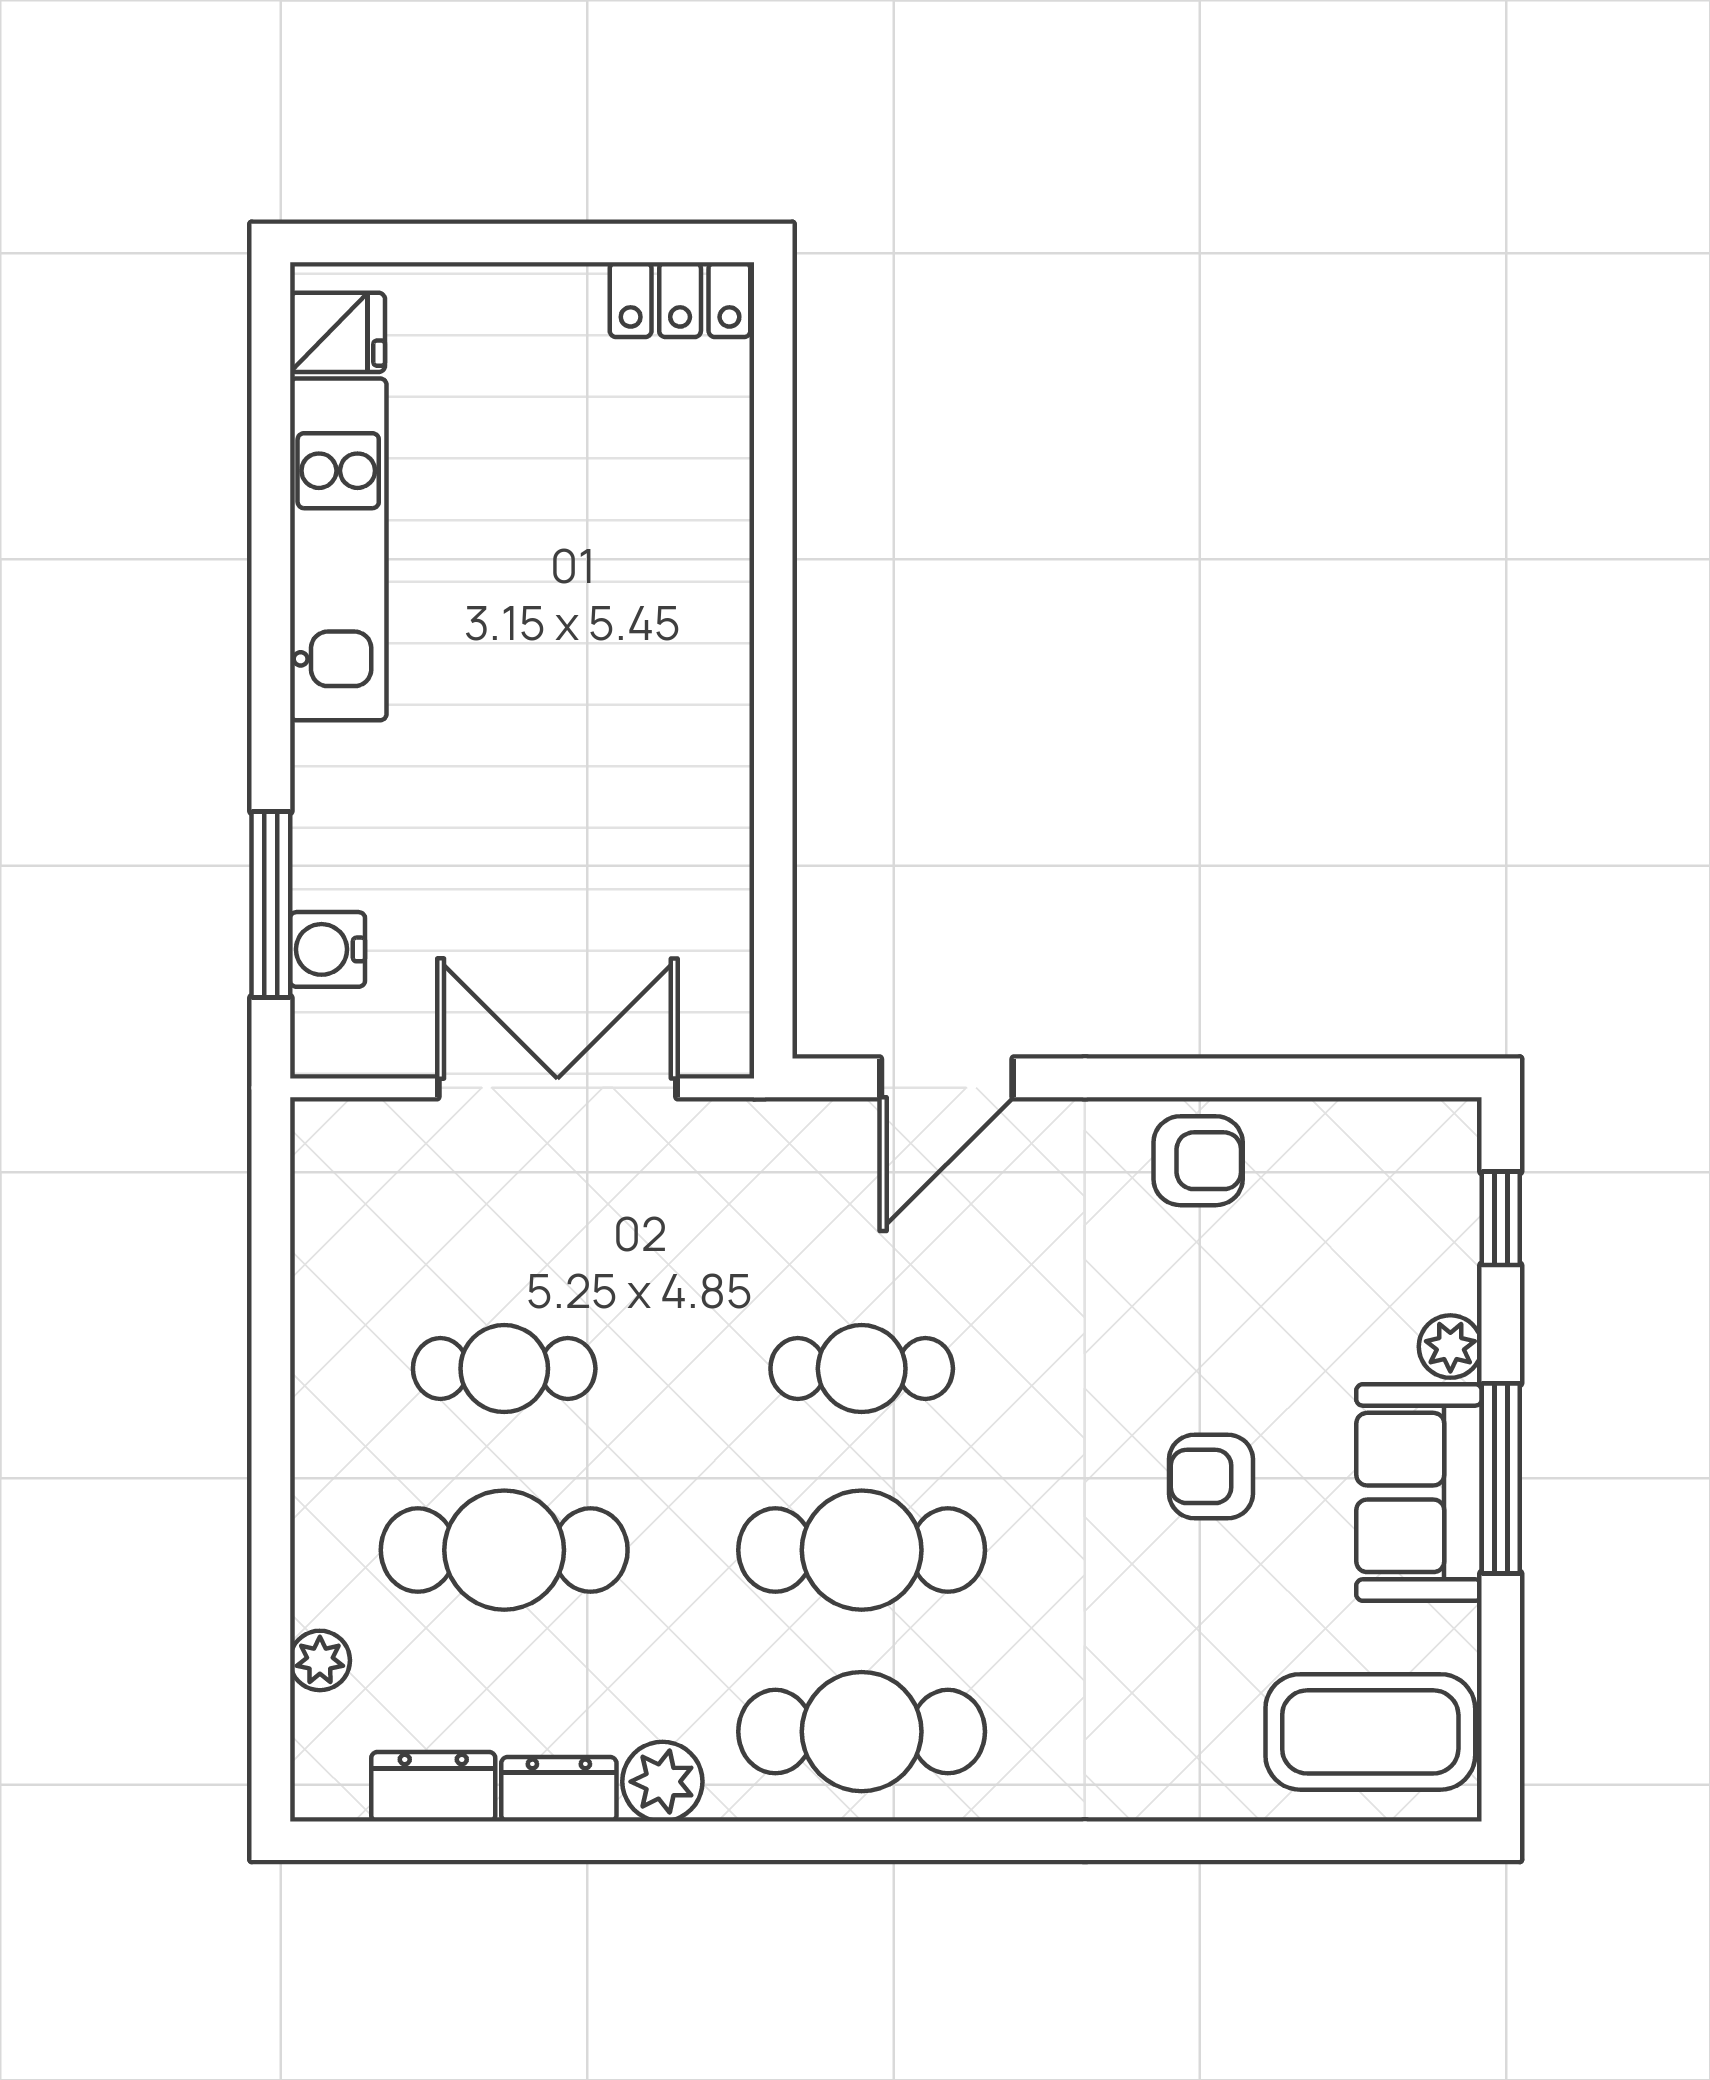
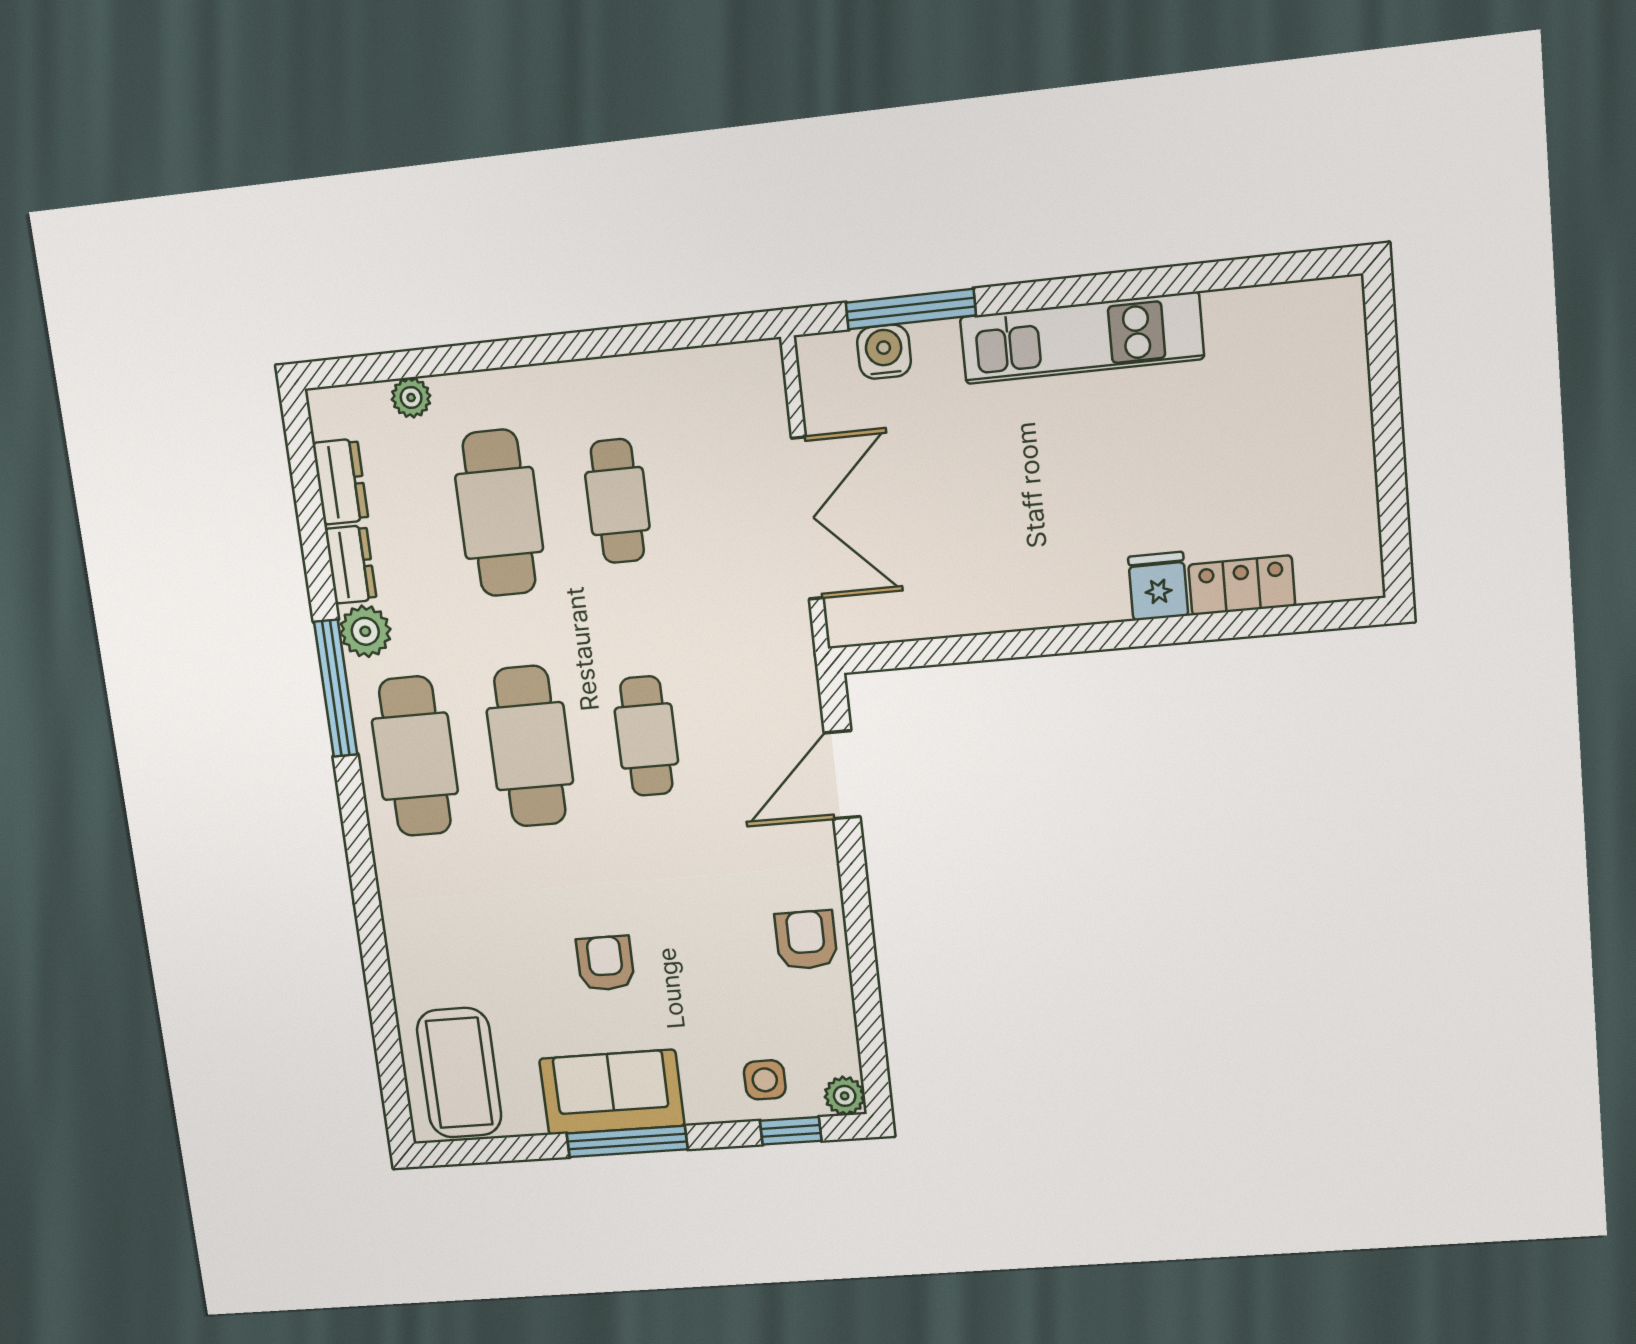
locker: (680, 300) -> (1242, 585), moved, turned 90
fridge: (337, 332) -> (1158, 586), moved, turned 180
kitchen unit: (338, 549) -> (1082, 338), moved
door: (947, 1078) -> (842, 775), hinge flipped
armchair: (1198, 1161) -> (806, 940), turned 180
side table: (1416, 1250) -> (765, 1080), added
plant: (1450, 1347) -> (845, 1096), moved
window: (746, 1841) -> (336, 688), added

